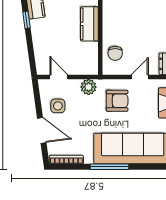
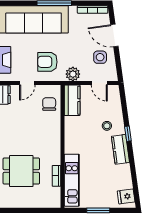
kitchen counter: (89, 24) -> (72, 100), moved
stool: (50, 29) -> (107, 126), added

